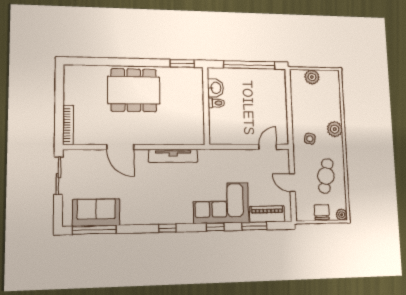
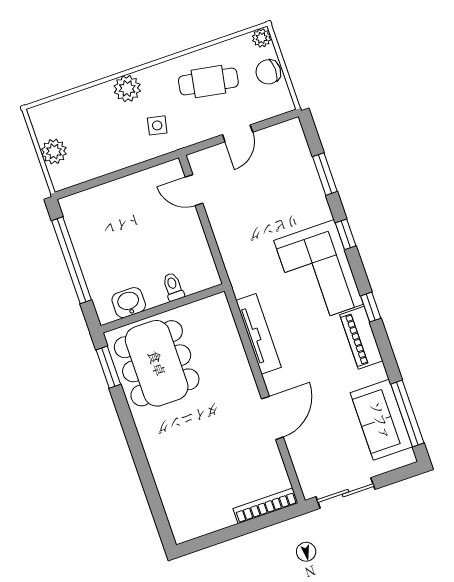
dining table: (134, 90) -> (157, 363), moved
toilet: (216, 103) -> (173, 287), moved
corner sofa: (221, 203) -> (319, 272), moved
piano: (267, 214) -> (361, 338), moved

